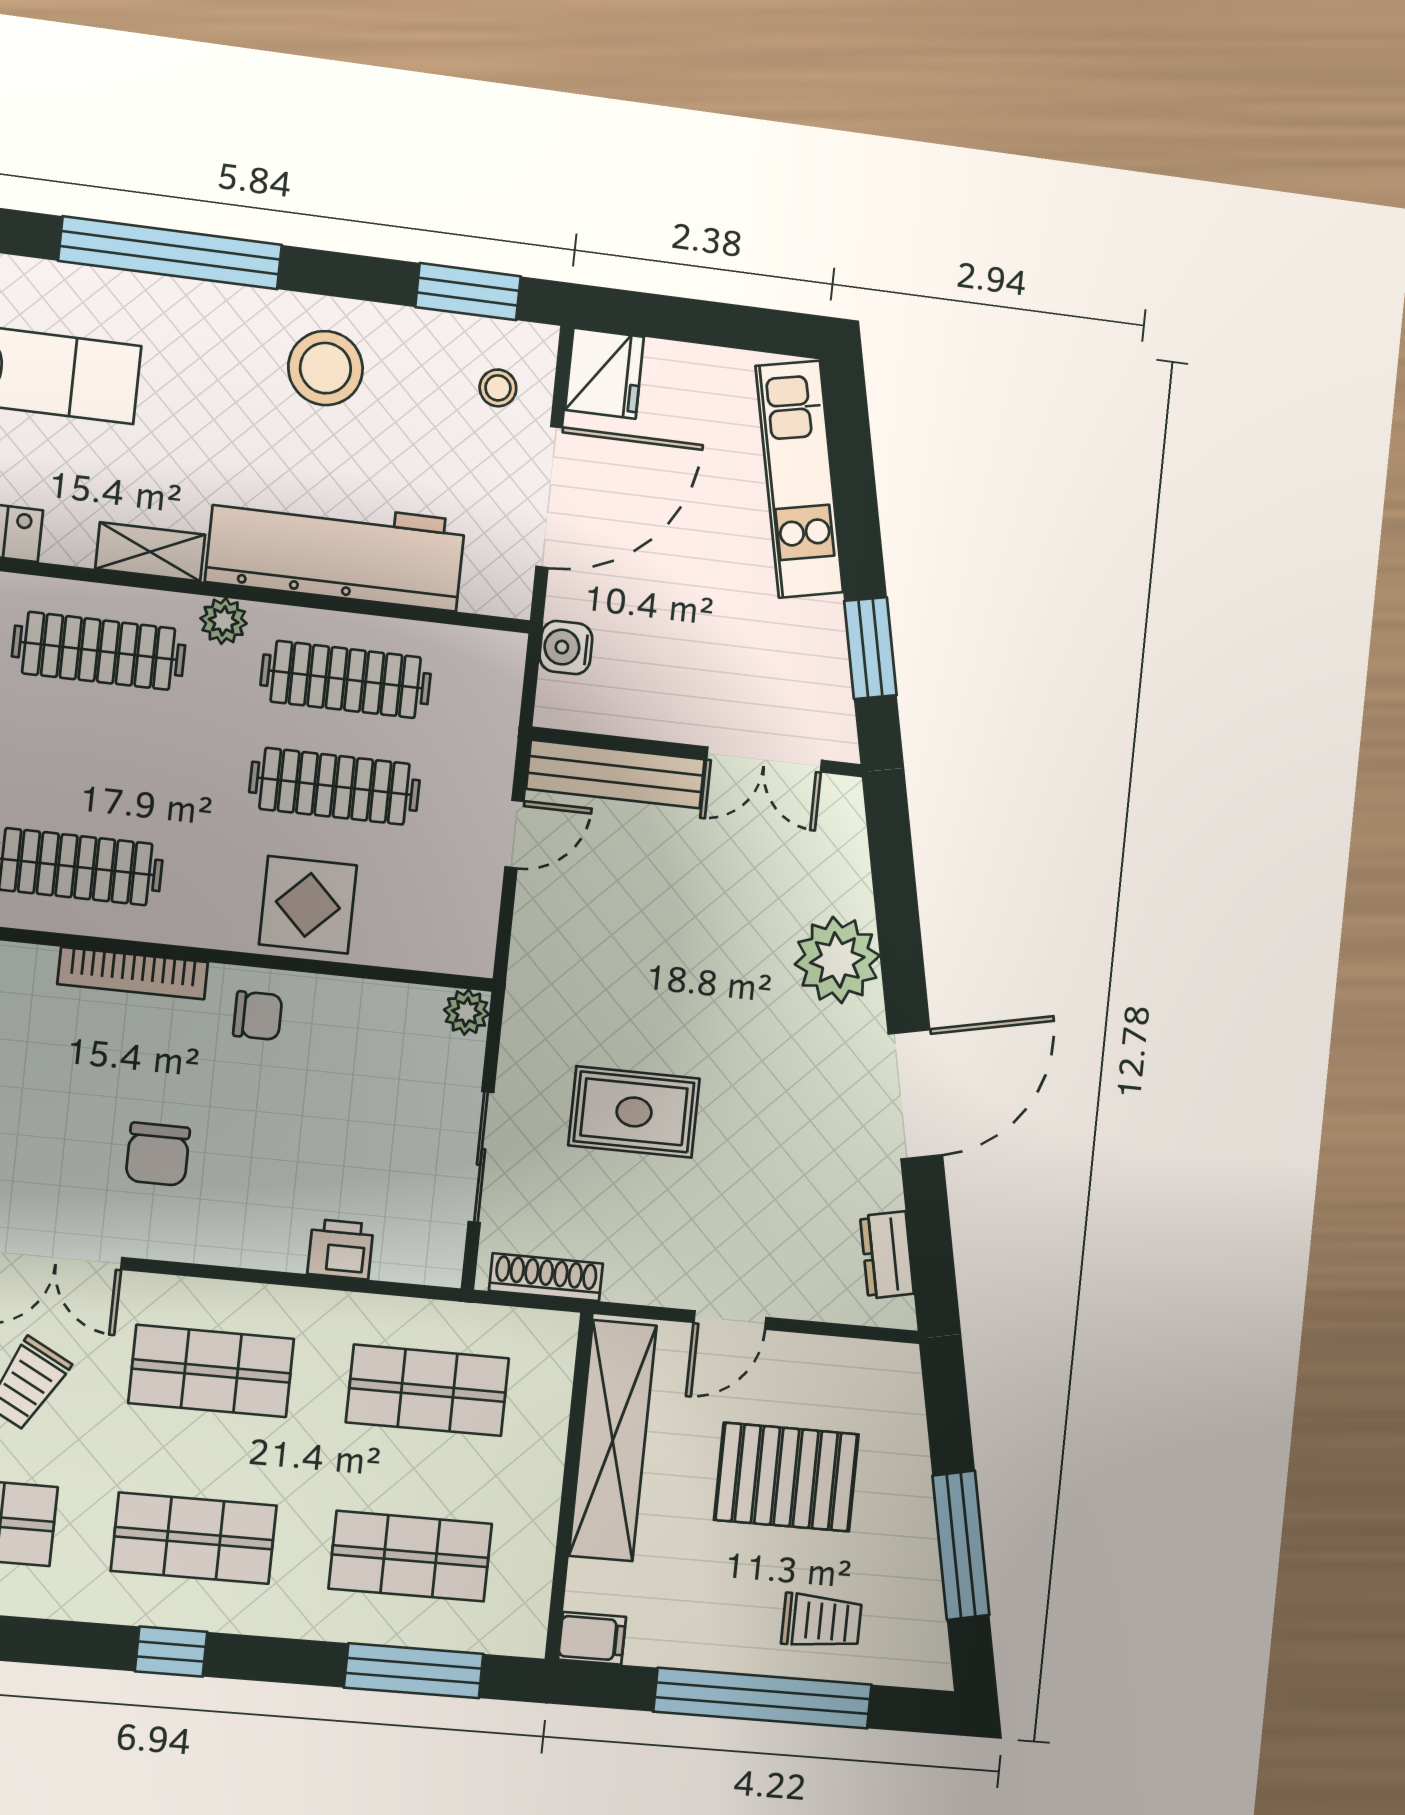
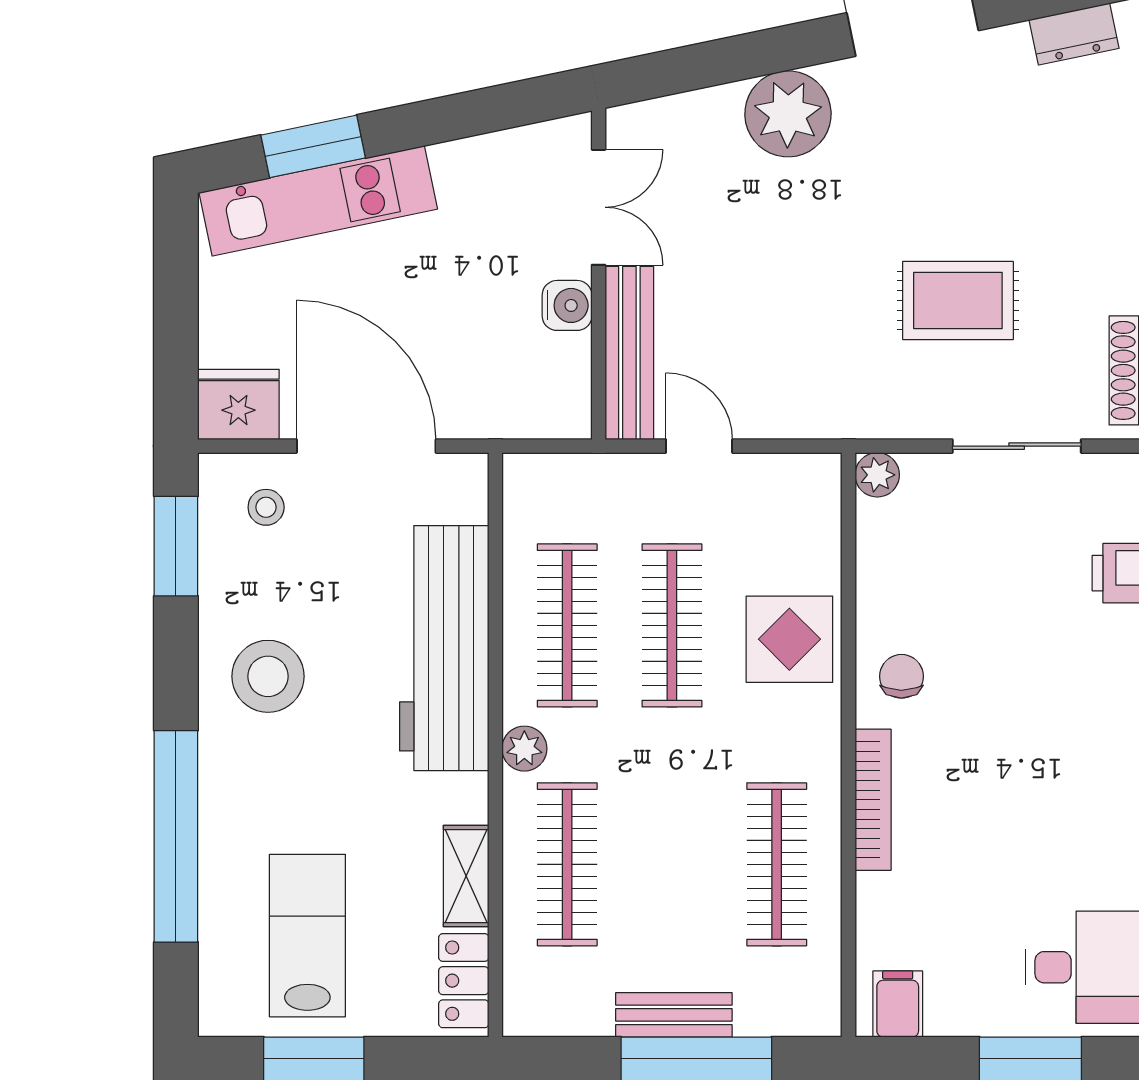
shelving: (150, 552) -> (466, 876), moved
water cooler: (566, 647) -> (567, 305), moved, turned -90
window: (870, 648) -> (313, 146), moved
rug: (634, 1112) -> (958, 301), turned 90
chair: (158, 1154) -> (1045, 758), removed

